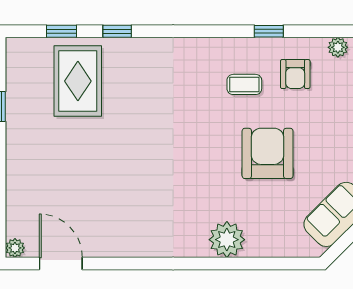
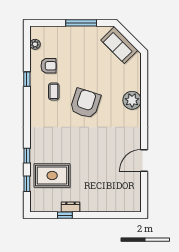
dresser: (16, 118) -> (71, 207), added
armchair: (268, 153) -> (85, 103), moved, turned 108
plant: (15, 248) -> (136, 207), removed
door: (61, 264) -> (144, 160), moved

